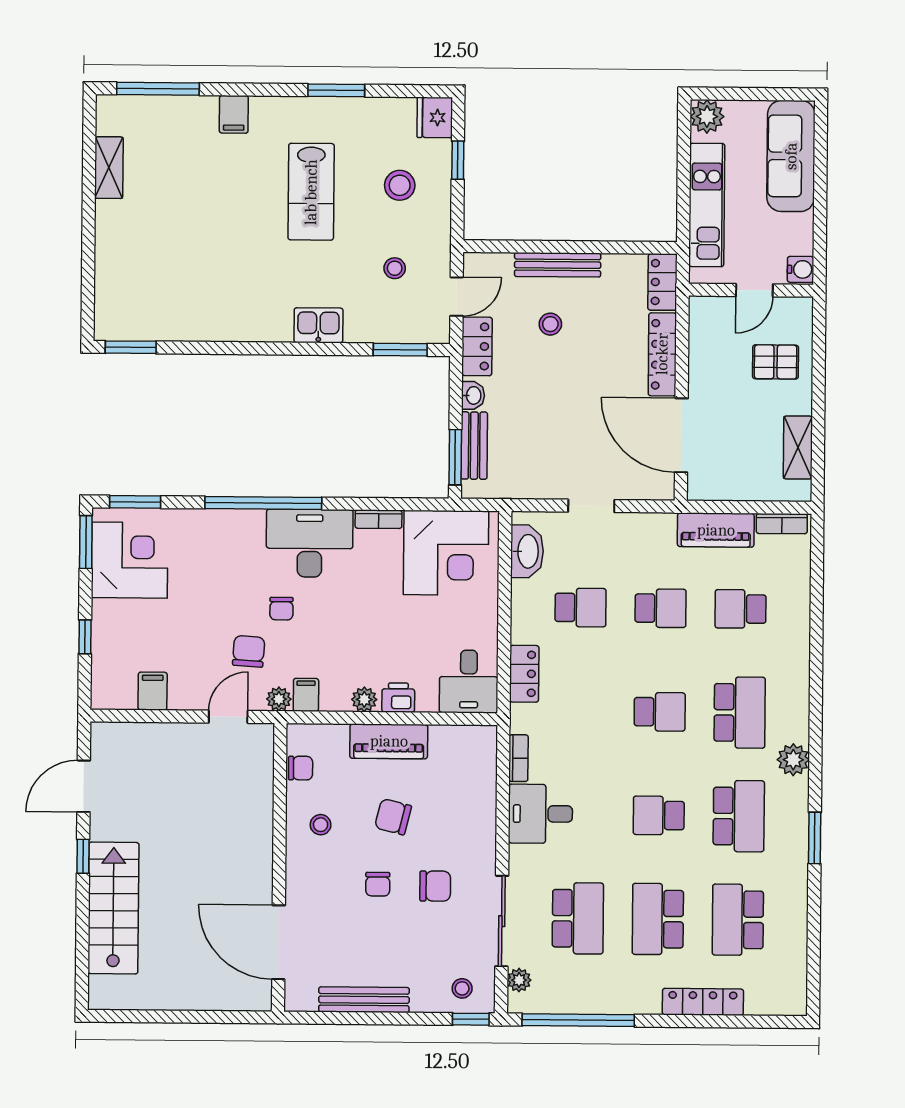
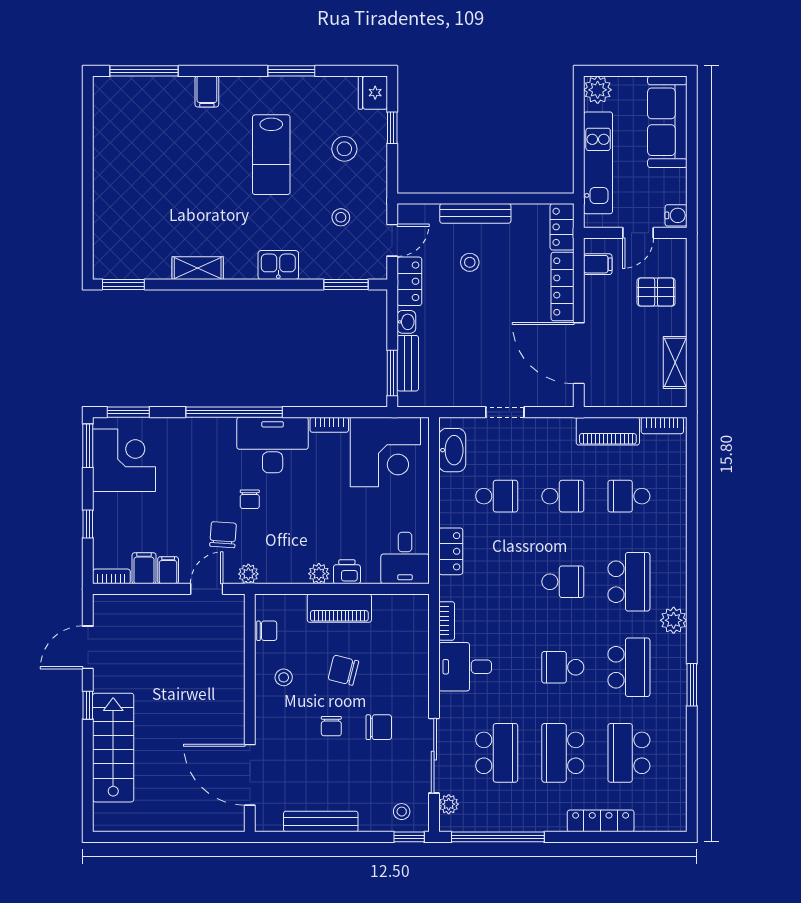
shelving: (109, 168) -> (198, 268), moved, turned 90
filing cabinet: (705, 328) -> (598, 264), added
filing cabinet: (306, 695) -> (168, 570), moved
bookcase: (113, 701) -> (111, 576), added

